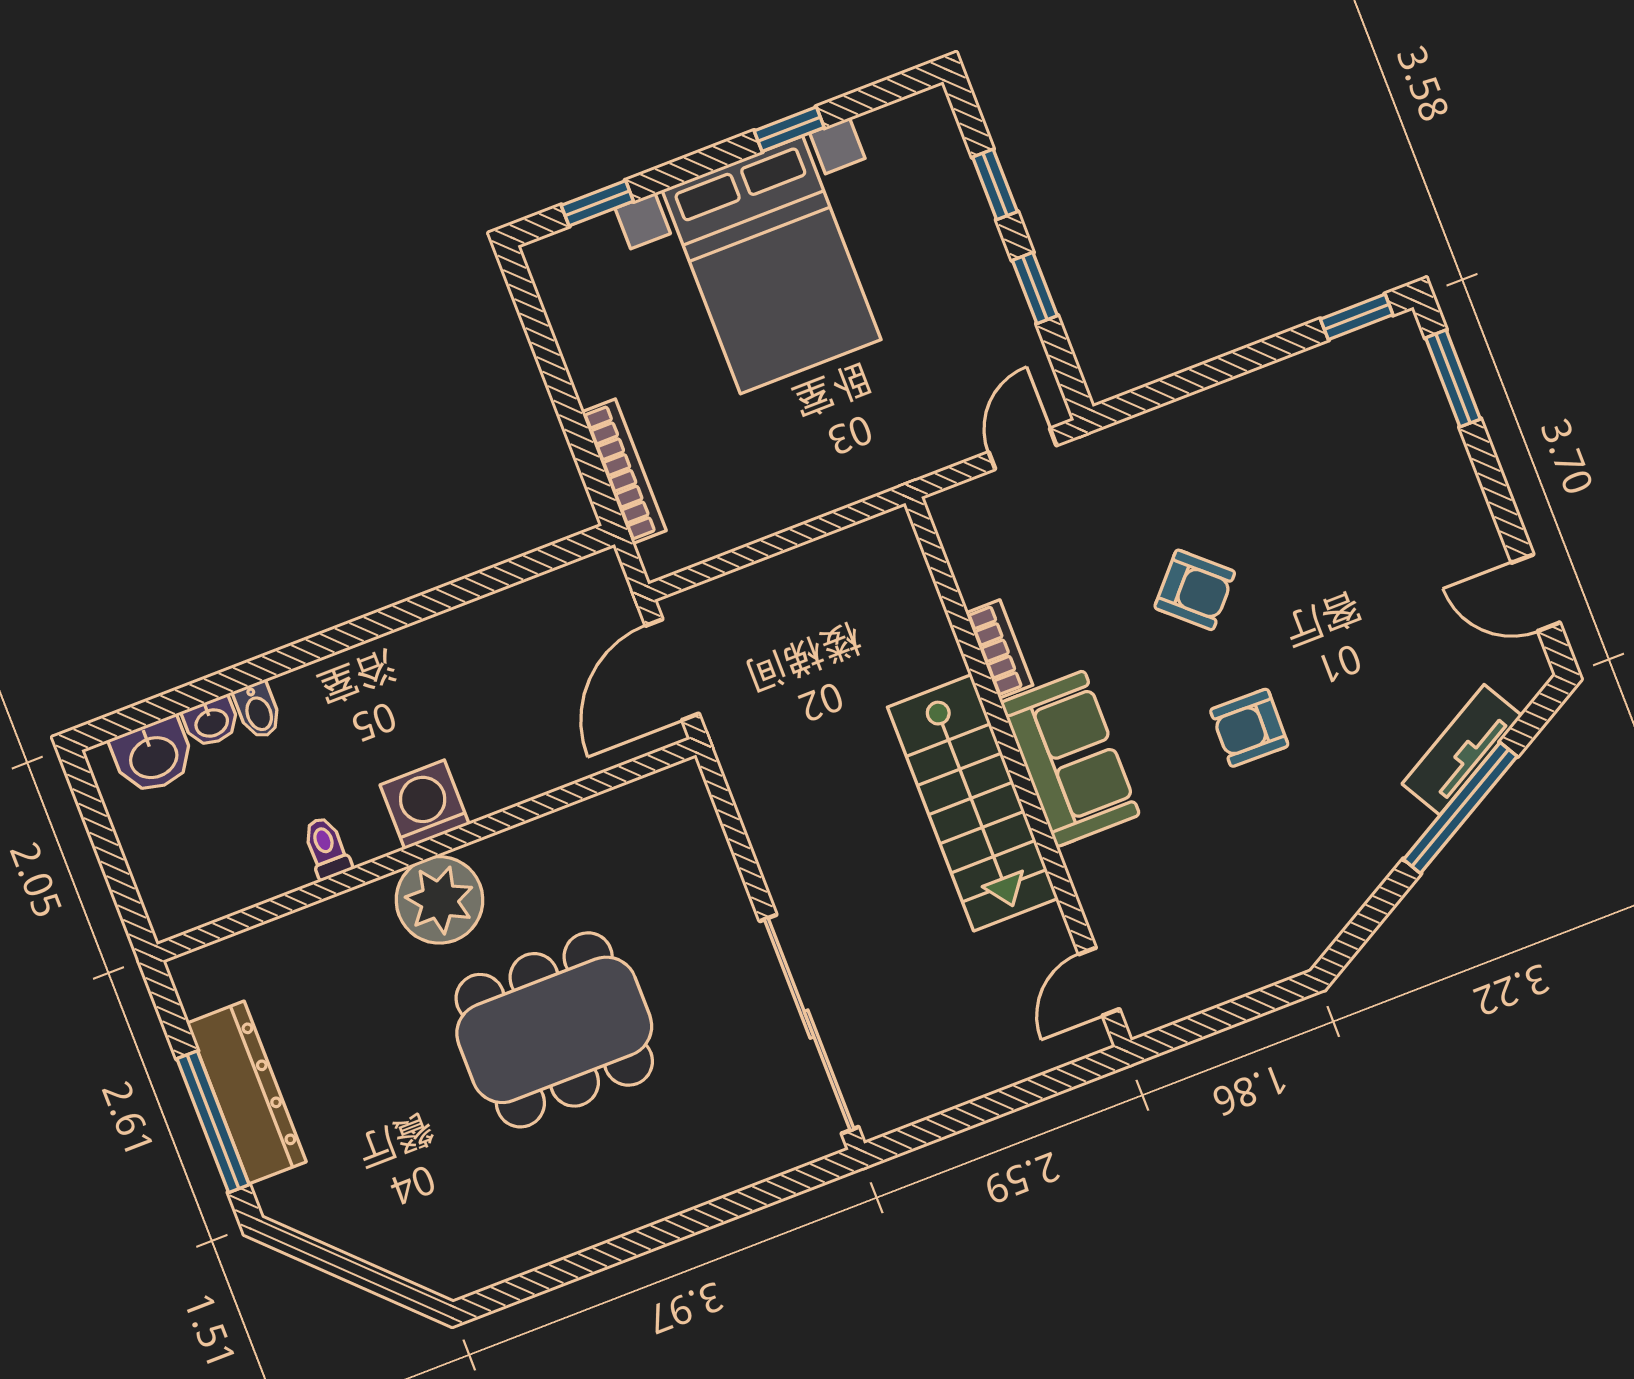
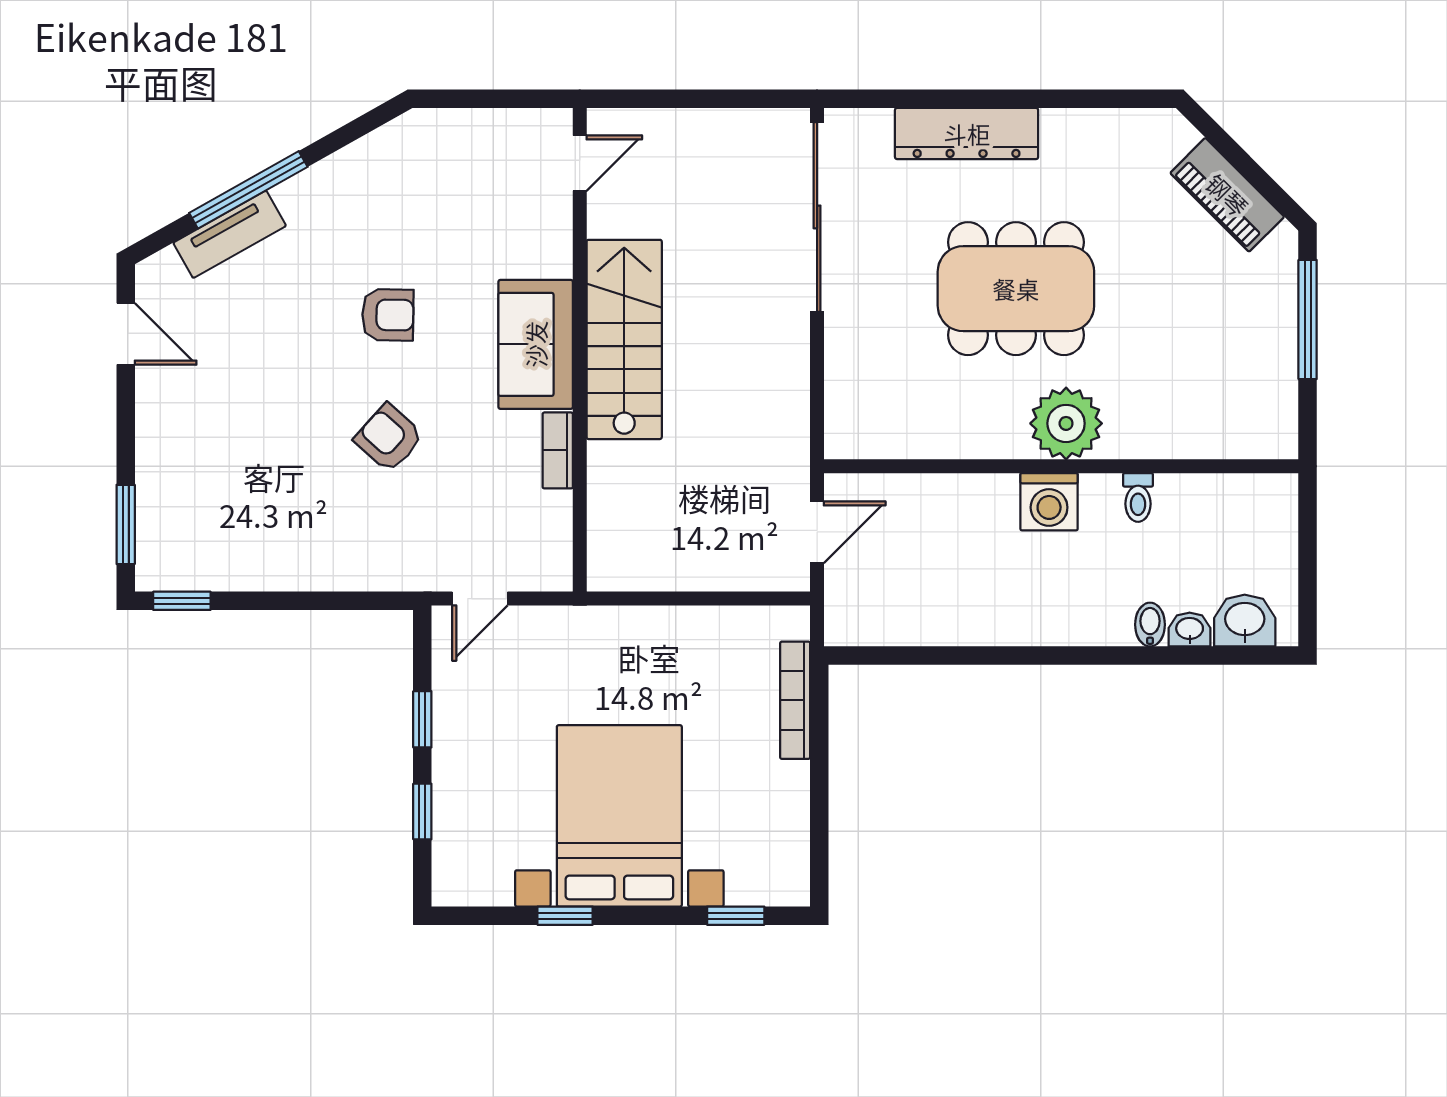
door: (672, 670) -> (817, 532), width x0.73
dresser: (247, 1092) -> (967, 134), moved, turned -90
piano: (357, 1227) -> (1227, 195), added

